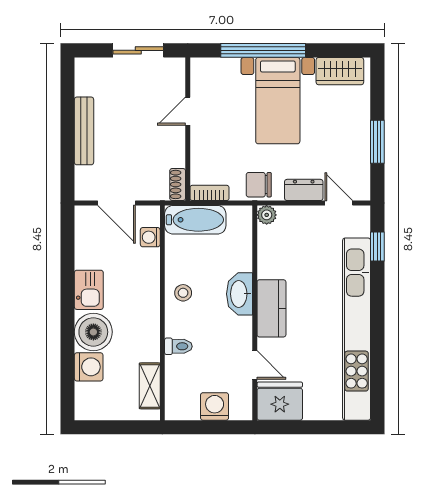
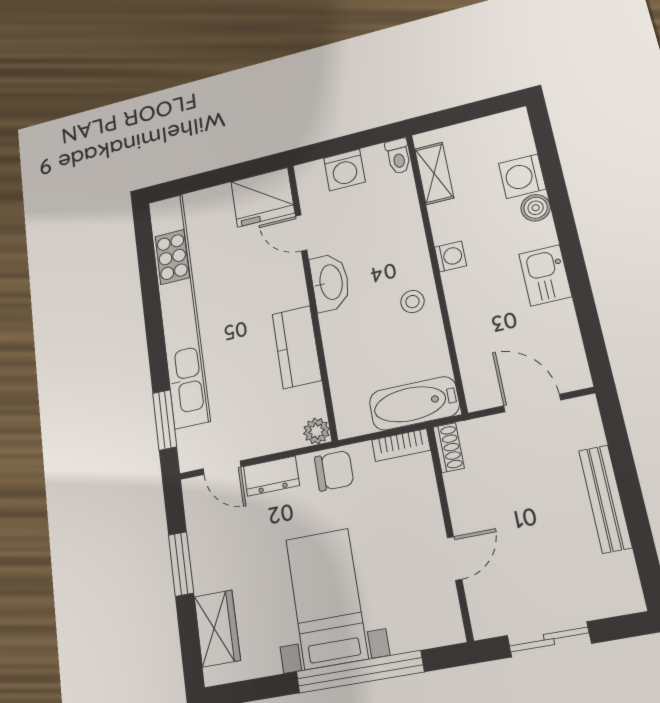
wardrobe: (340, 71) -> (217, 628), moved, turned 90
washing machine: (150, 237) -> (451, 256), moved
window: (377, 247) -> (165, 420), width x1.50
washbasin: (240, 294) -> (330, 282), moved
kitchen counter: (271, 308) -> (297, 347), moved
boiler: (93, 332) -> (536, 208), width x0.54, depth x0.54
toilet: (178, 346) -> (398, 156), moved, turned -90

